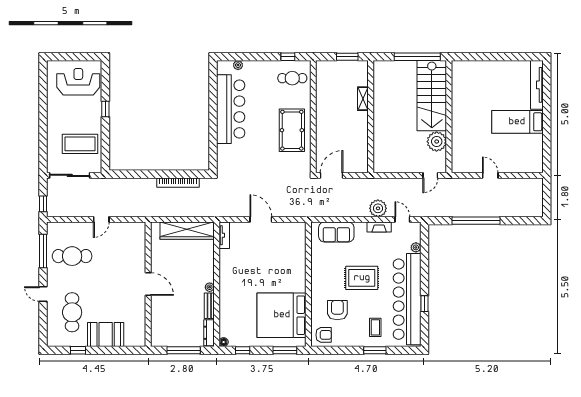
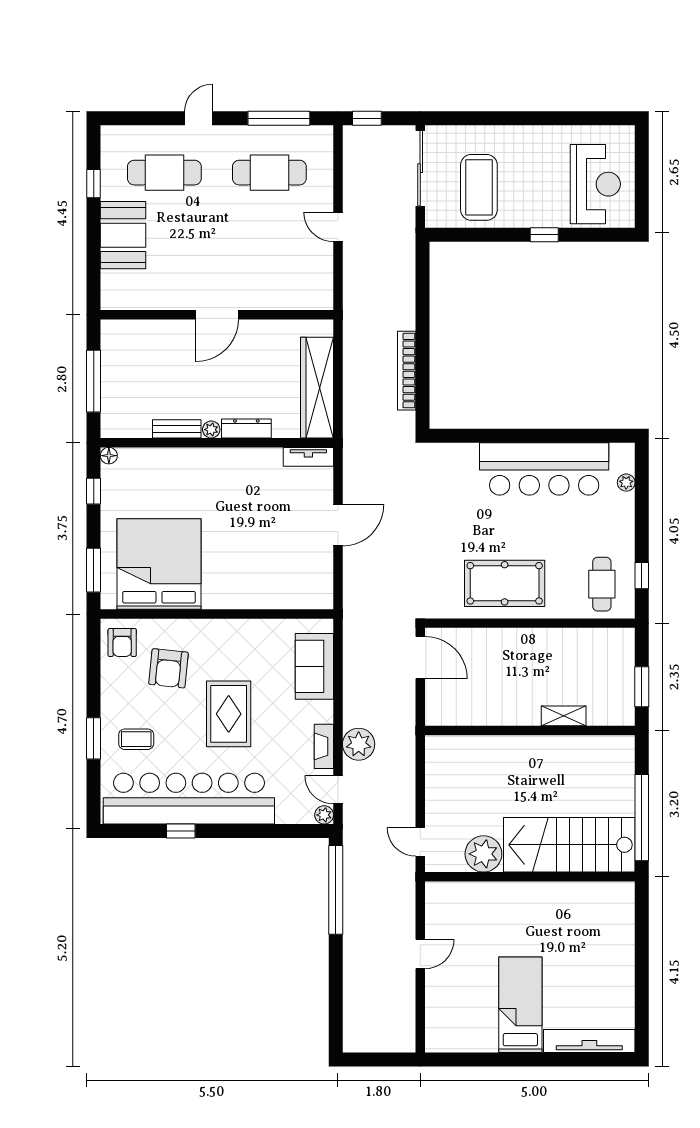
door: (402, 219) -> (338, 790), swing flipped
window: (476, 221) -> (336, 890), moved
plant: (416, 247) -> (324, 815), moved
cafe table: (72, 256) -> (269, 173), turned 90
armchair: (337, 310) -> (168, 668), turned 96
dresser: (209, 333) -> (246, 428), moved

